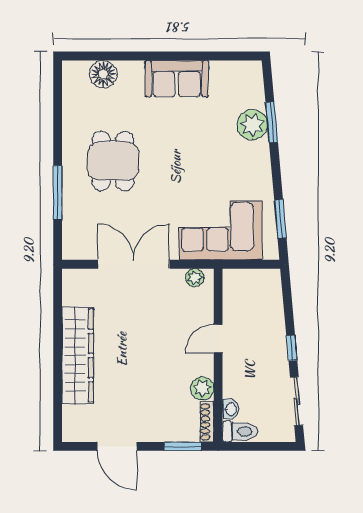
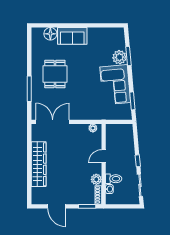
sofa: (177, 79) -> (72, 36), moved
corner sofa: (220, 230) -> (115, 85), moved, turned -95
double door: (134, 264) -> (53, 122), moved
toilet: (240, 431) -> (114, 179), moved

